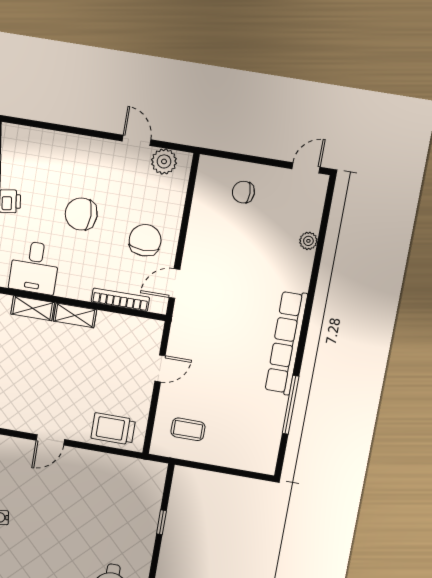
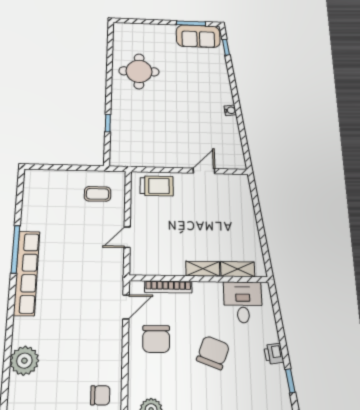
chair: (243, 192) -> (100, 395), moved
chair: (81, 214) -> (213, 353), turned -69
plant: (308, 241) -> (24, 361), width x1.88, depth x1.88
window: (291, 405) -> (15, 249), moved

